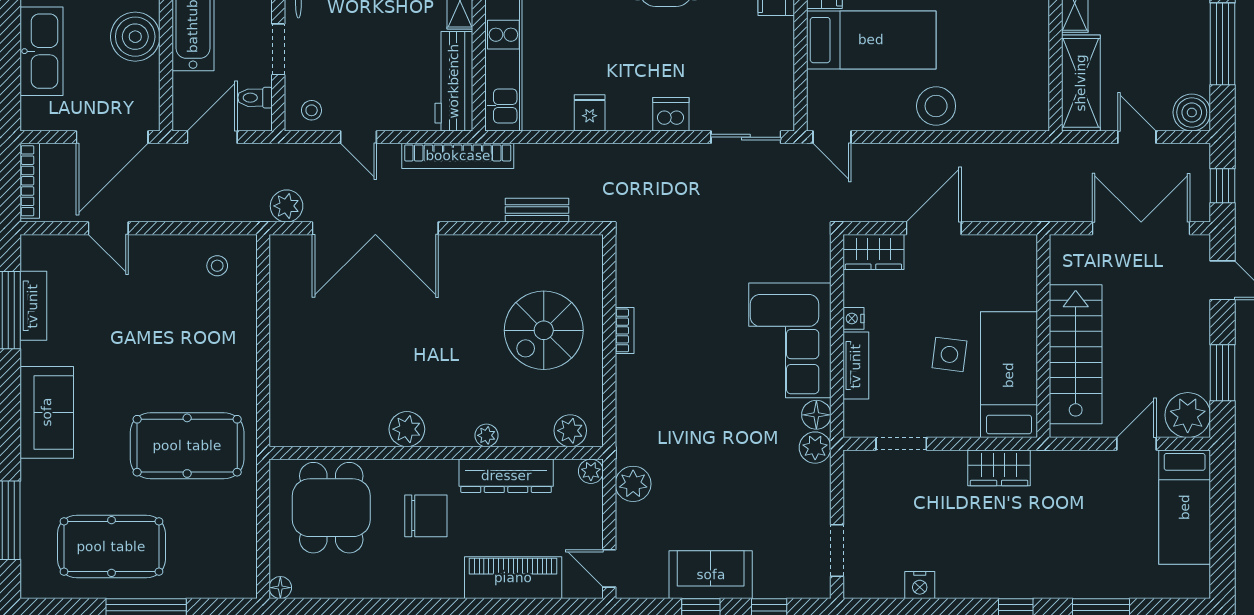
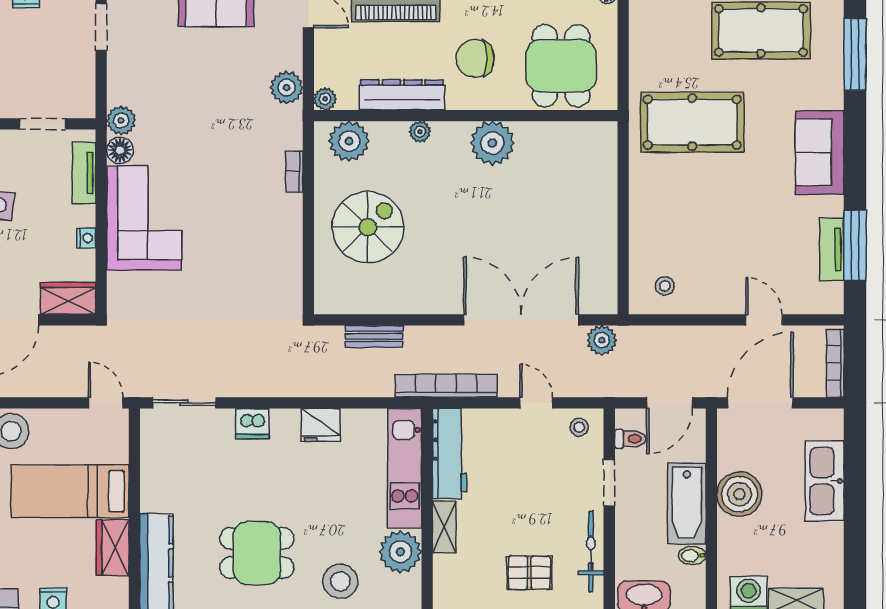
fridge: (590, 113) -> (321, 425), width x1.38
bookcase: (625, 330) -> (294, 171), moved
tv unit: (856, 366) -> (84, 173), moved
plant: (407, 429) -> (492, 143), width x1.36, depth x1.36
plant: (570, 431) -> (349, 141), width x1.36, depth x1.36

